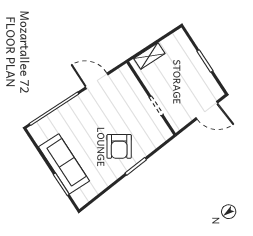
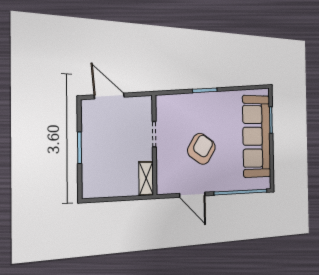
shelving: (149, 56) -> (146, 178), moved, turned 90
armchair: (119, 146) -> (202, 149), moved
sofa: (64, 164) -> (257, 136), width x1.36, depth x1.27

